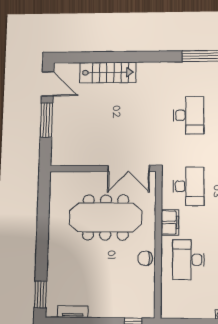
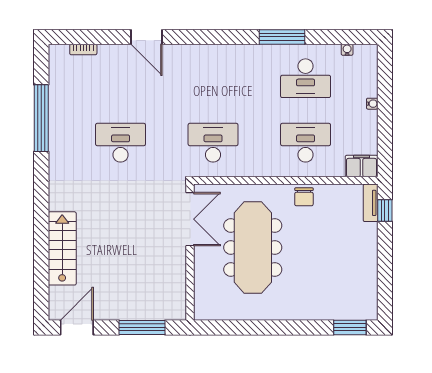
window: (46, 120) -> (142, 327), moved
filing cabinet: (170, 222) -> (362, 166), moved
desk: (188, 260) -> (306, 143), turned 180
tv unit: (73, 312) -> (371, 203), moved

